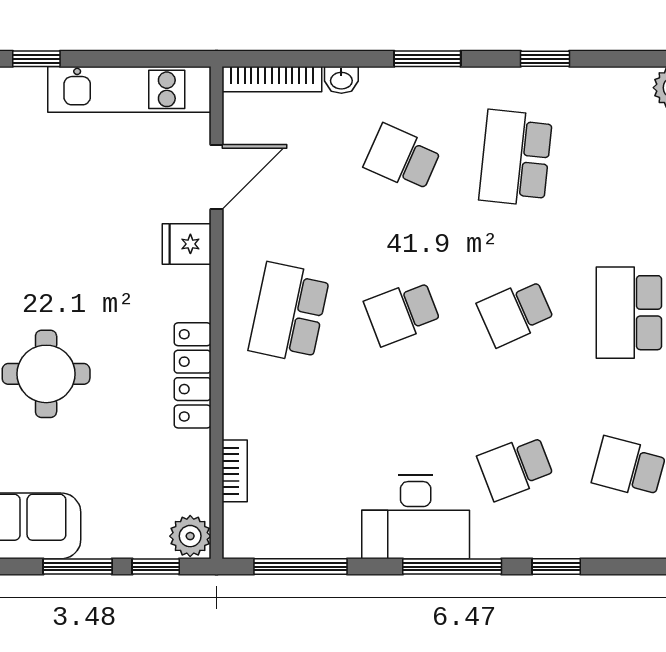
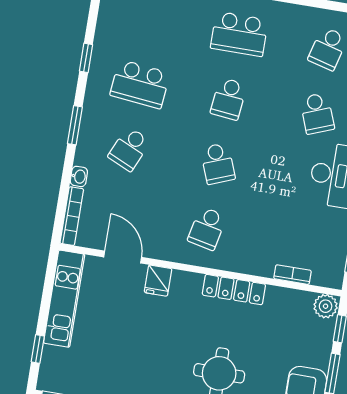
school desk: (289, 313) -> (207, 228), width x0.54
school desk: (516, 313) -> (229, 99), turned 30

